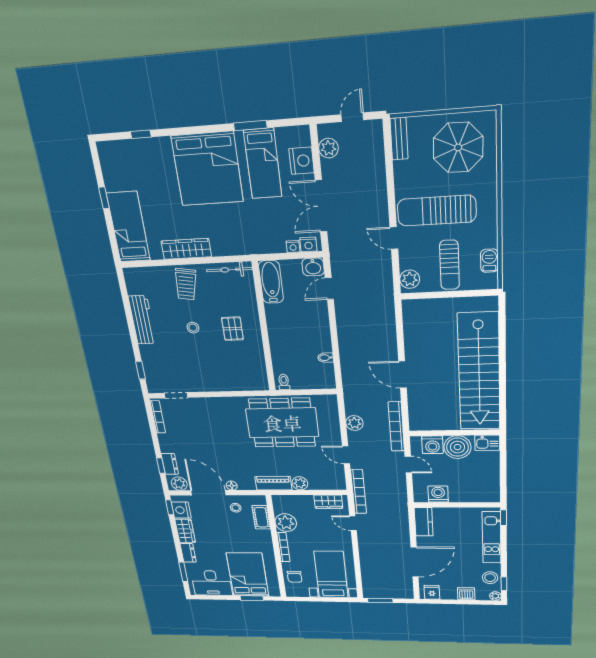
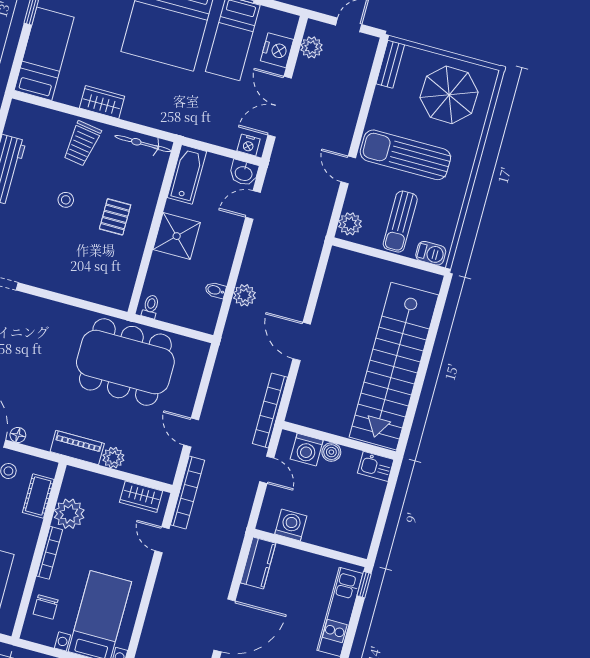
nightstand: (293, 247) -> (230, 141), removed
wardrobe: (186, 249) -> (102, 102), width x0.67
barbecue: (489, 261) -> (431, 253), moved, turned 90
shower: (282, 328) -> (177, 236), added
plant: (354, 423) -> (244, 295), moved
boiler: (457, 447) -> (331, 452), width x0.54, depth x0.54

